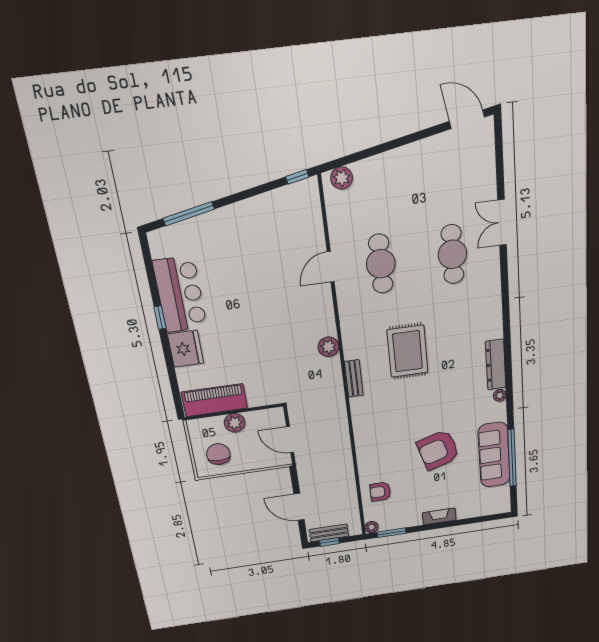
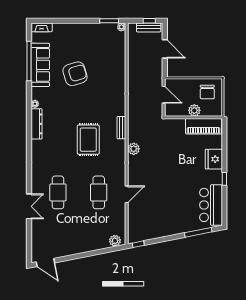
bar counter: (180, 294) -> (211, 205), moved
armchair: (380, 492) -> (113, 51), removed
fireplace: (439, 516) -> (42, 27), moved

